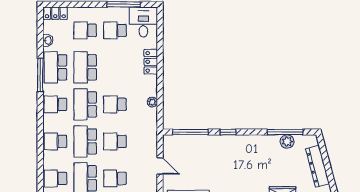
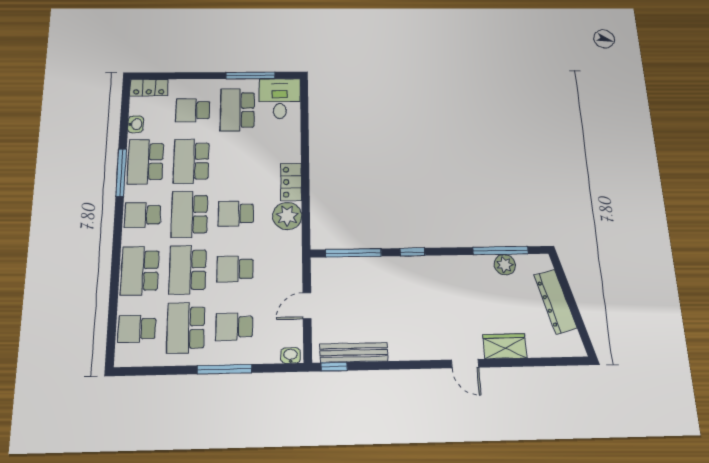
school desk: (115, 30) -> (237, 110), width x1.85
locker: (151, 62) -> (291, 182), moved
plant: (152, 102) -> (287, 216), width x1.88, depth x1.88
school desk: (55, 141) -> (140, 271), width x1.85
door: (160, 166) -> (307, 306), swing flipped

